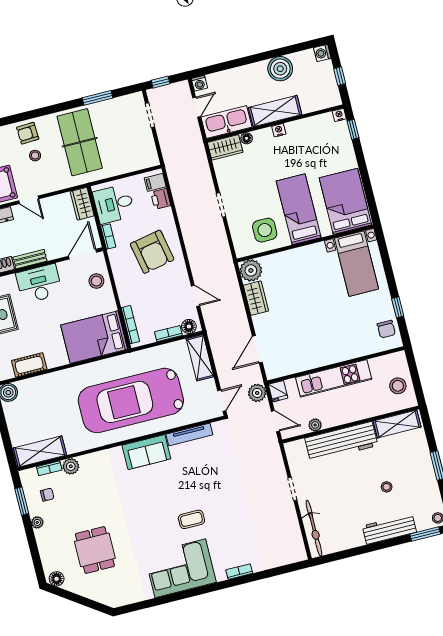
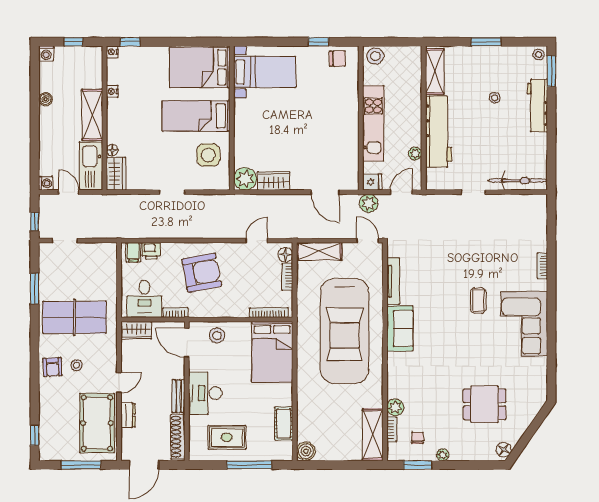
boiler: (280, 69) -> (45, 99), width x0.54, depth x0.54
nightstand: (279, 130) -> (112, 91), moved
stool: (398, 386) -> (375, 56), moved

